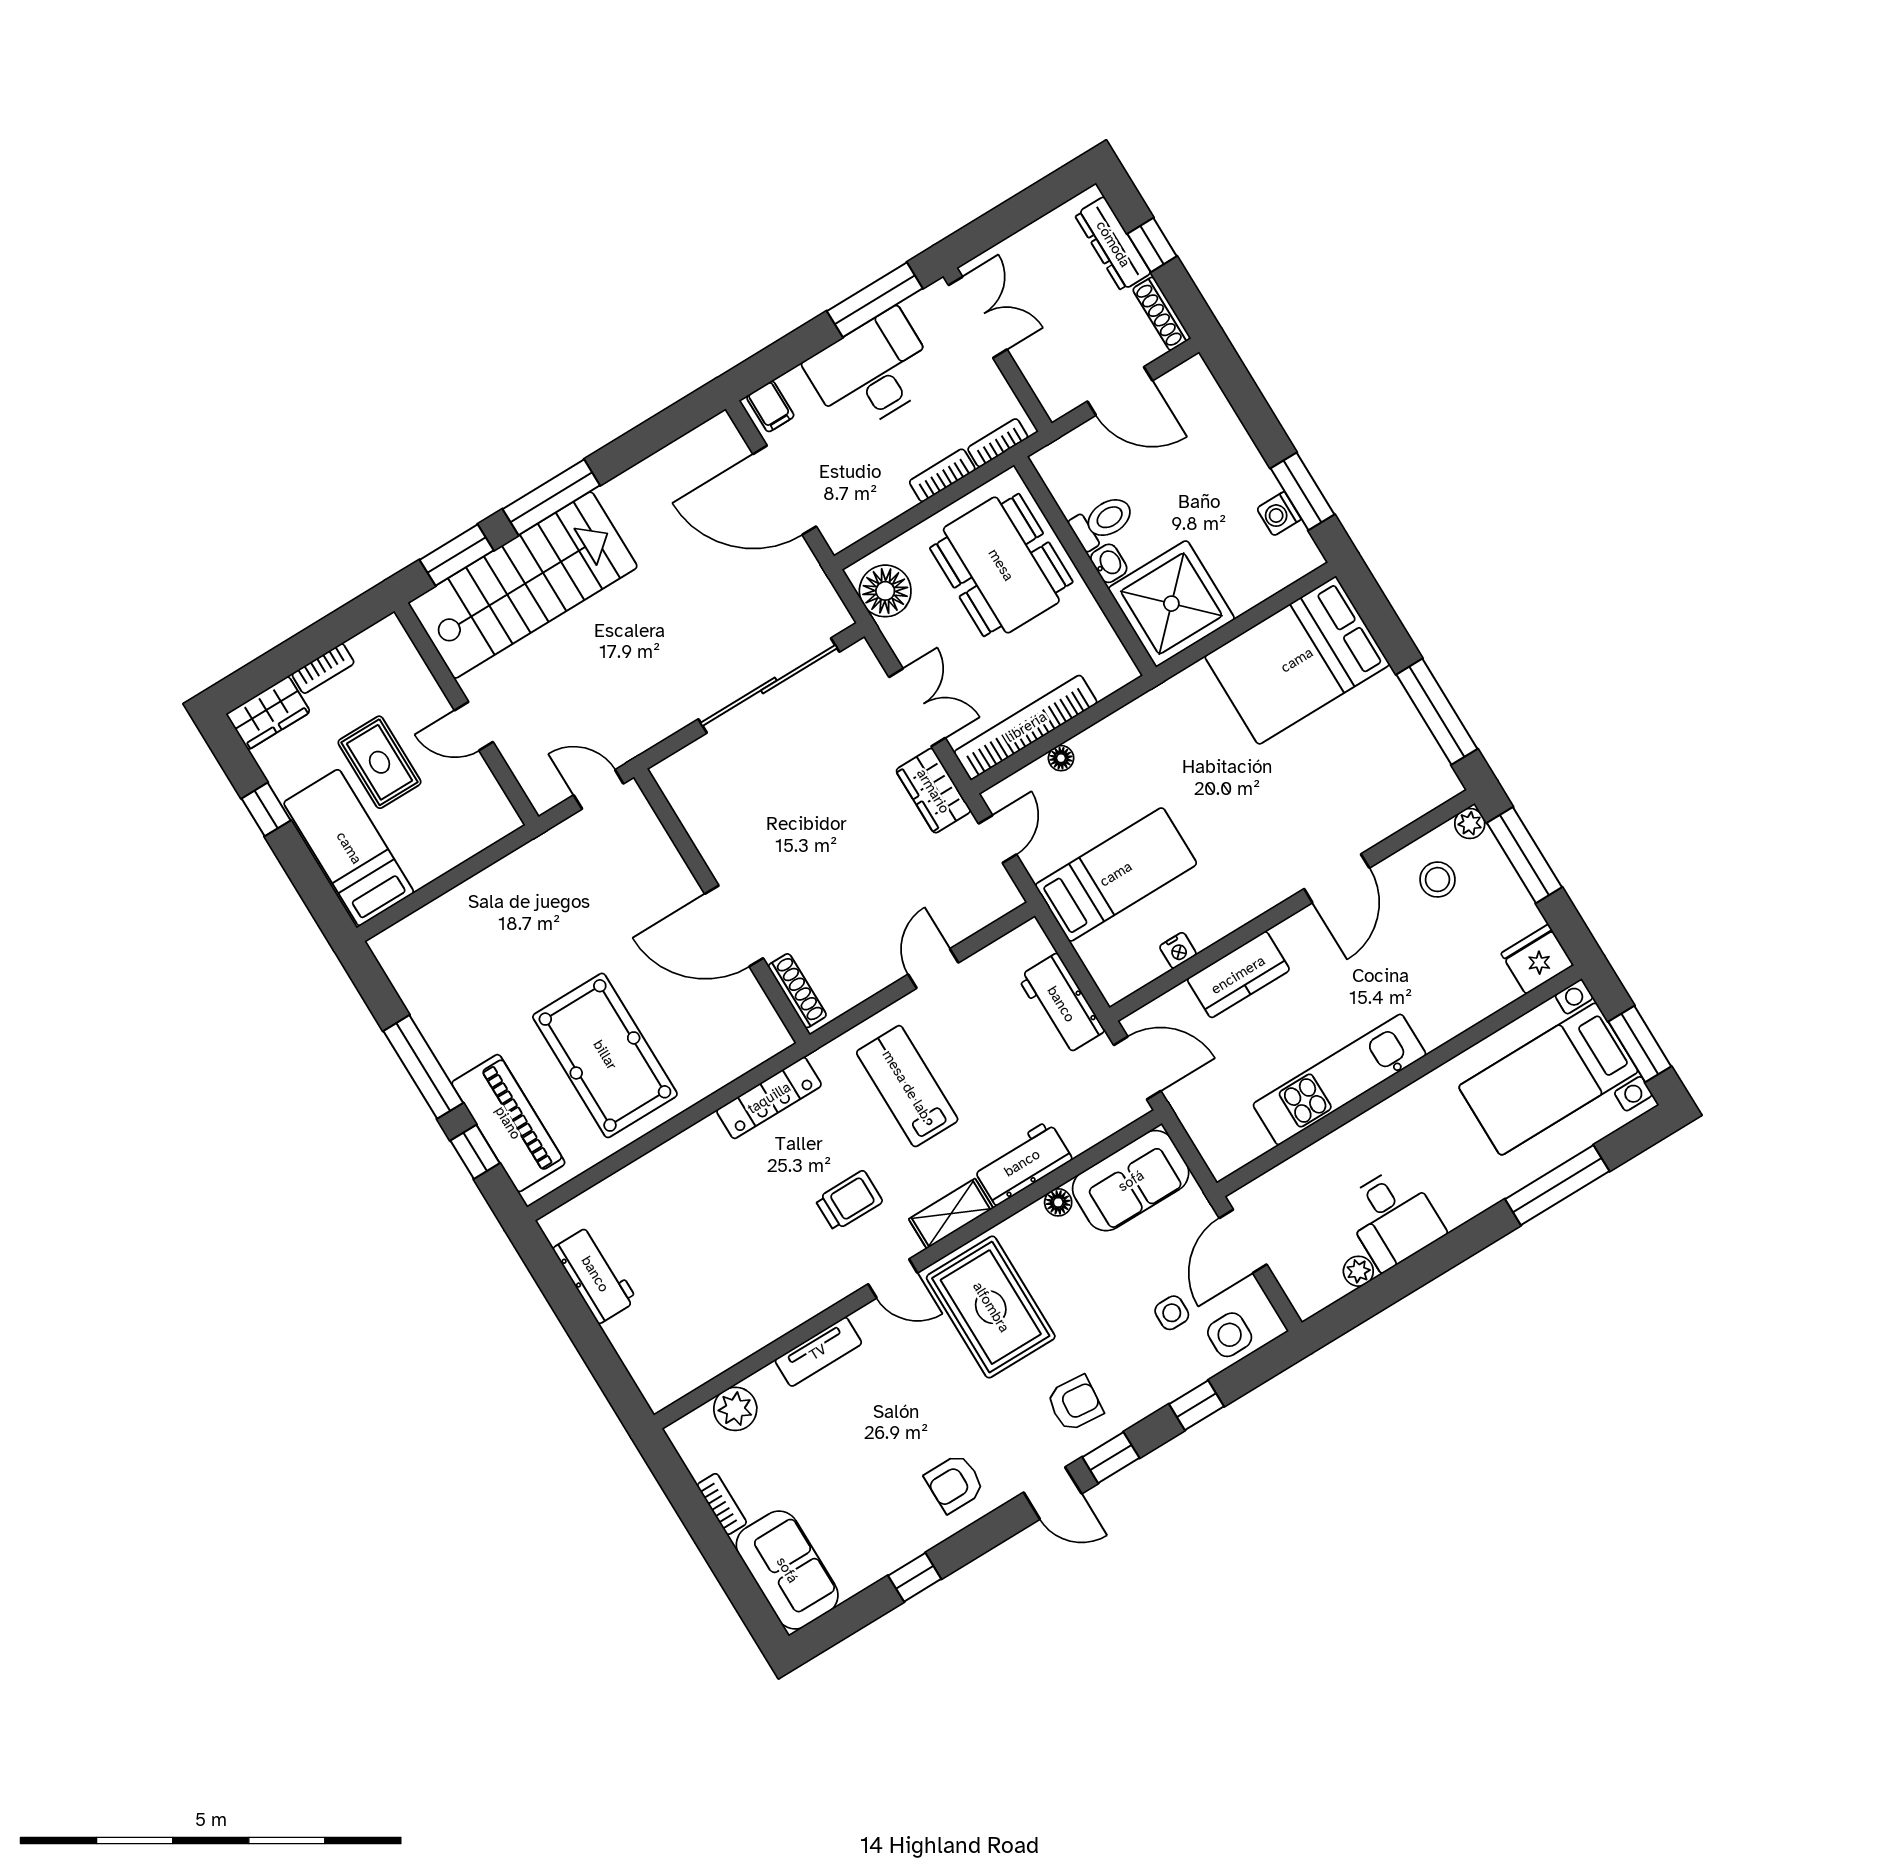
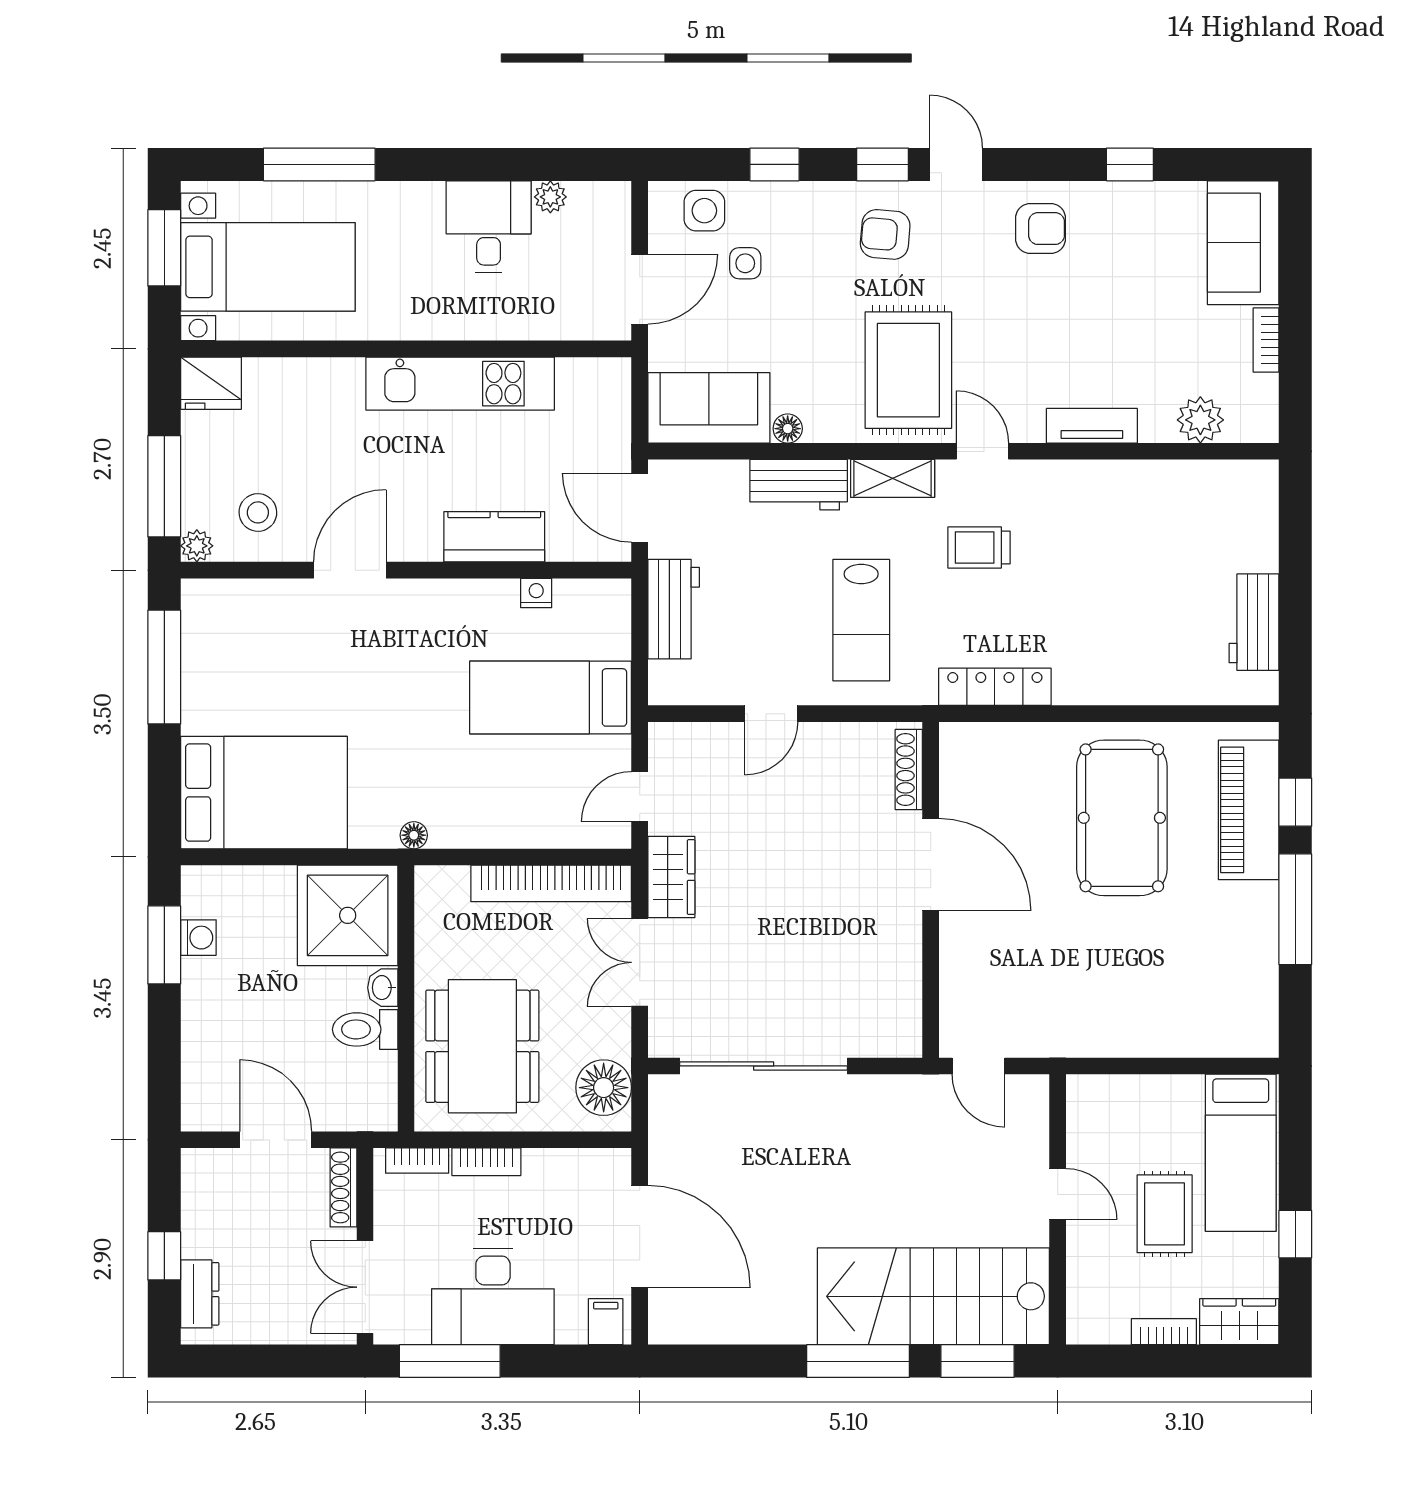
dresser: (1113, 244) -> (200, 1294), width x0.70
shoe rack: (1162, 314) -> (343, 1187), moved, turned 180
floor lamp: (1061, 758) -> (414, 835), moved

